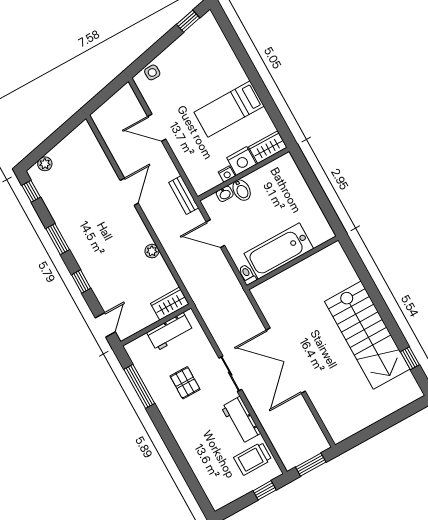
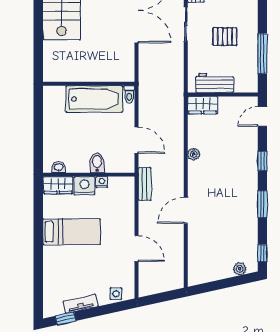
tv unit: (181, 43) -> (81, 304), added
washbasin: (225, 194) -> (59, 167), moved
pallet: (185, 383) -> (225, 37), turned 90

